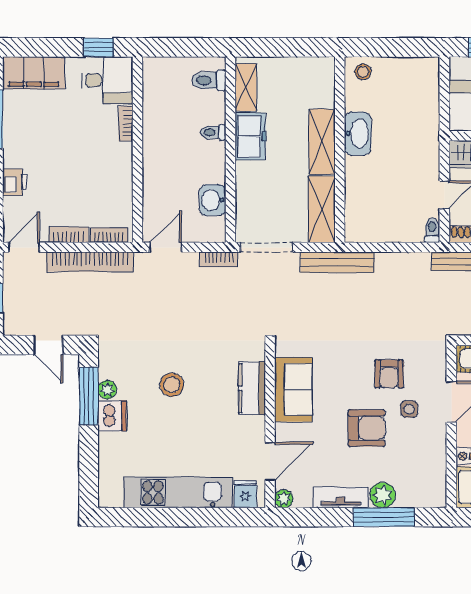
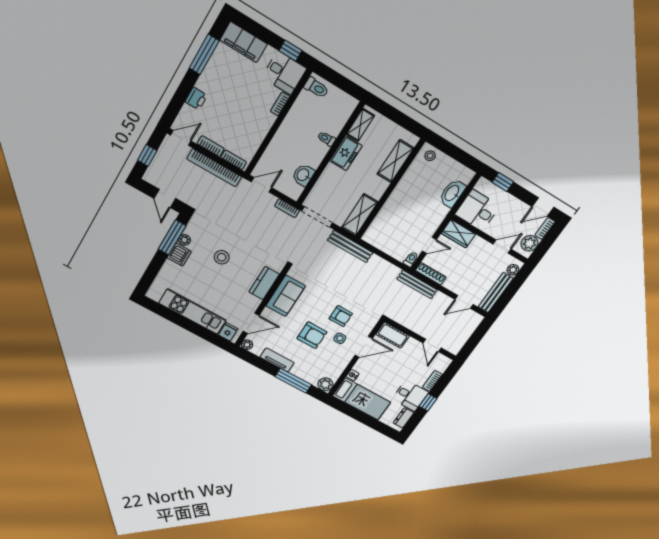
toilet: (209, 80) -> (316, 88), moved, turned 180
washbasin: (358, 134) -> (452, 193), moved, turned 180
shelving: (322, 142) -> (395, 161), moved
armchair: (389, 374) -> (341, 316), turned -90
plant: (383, 495) -> (325, 384), moved

